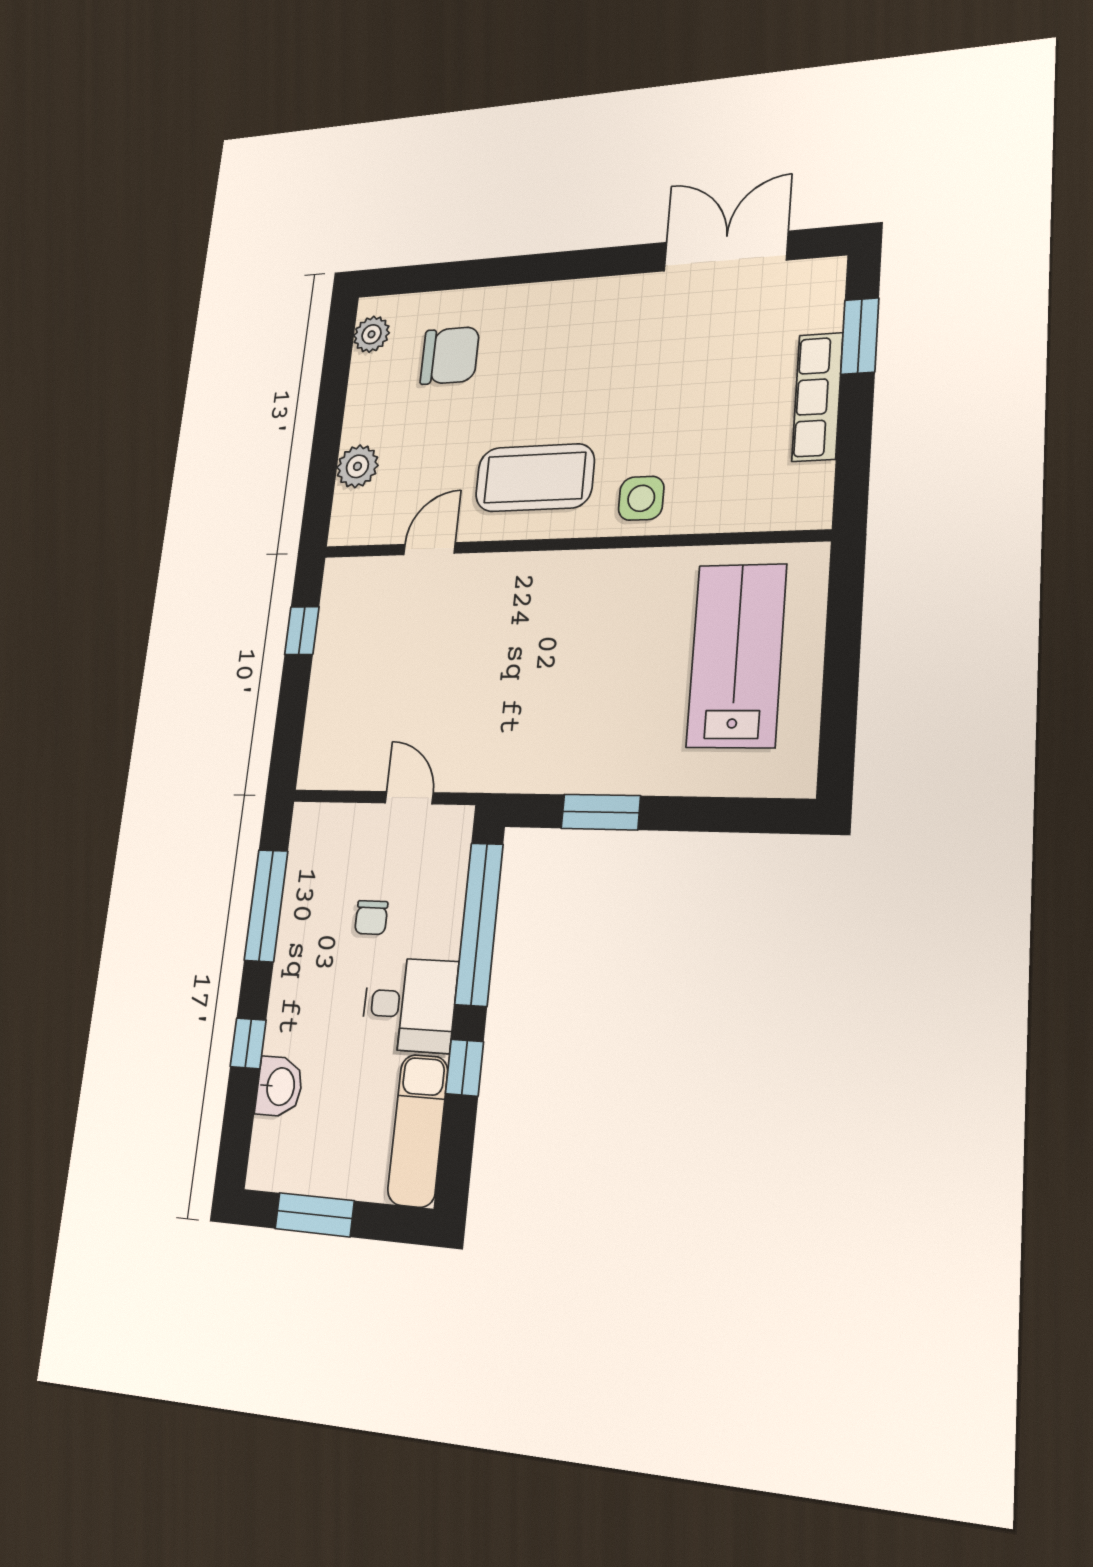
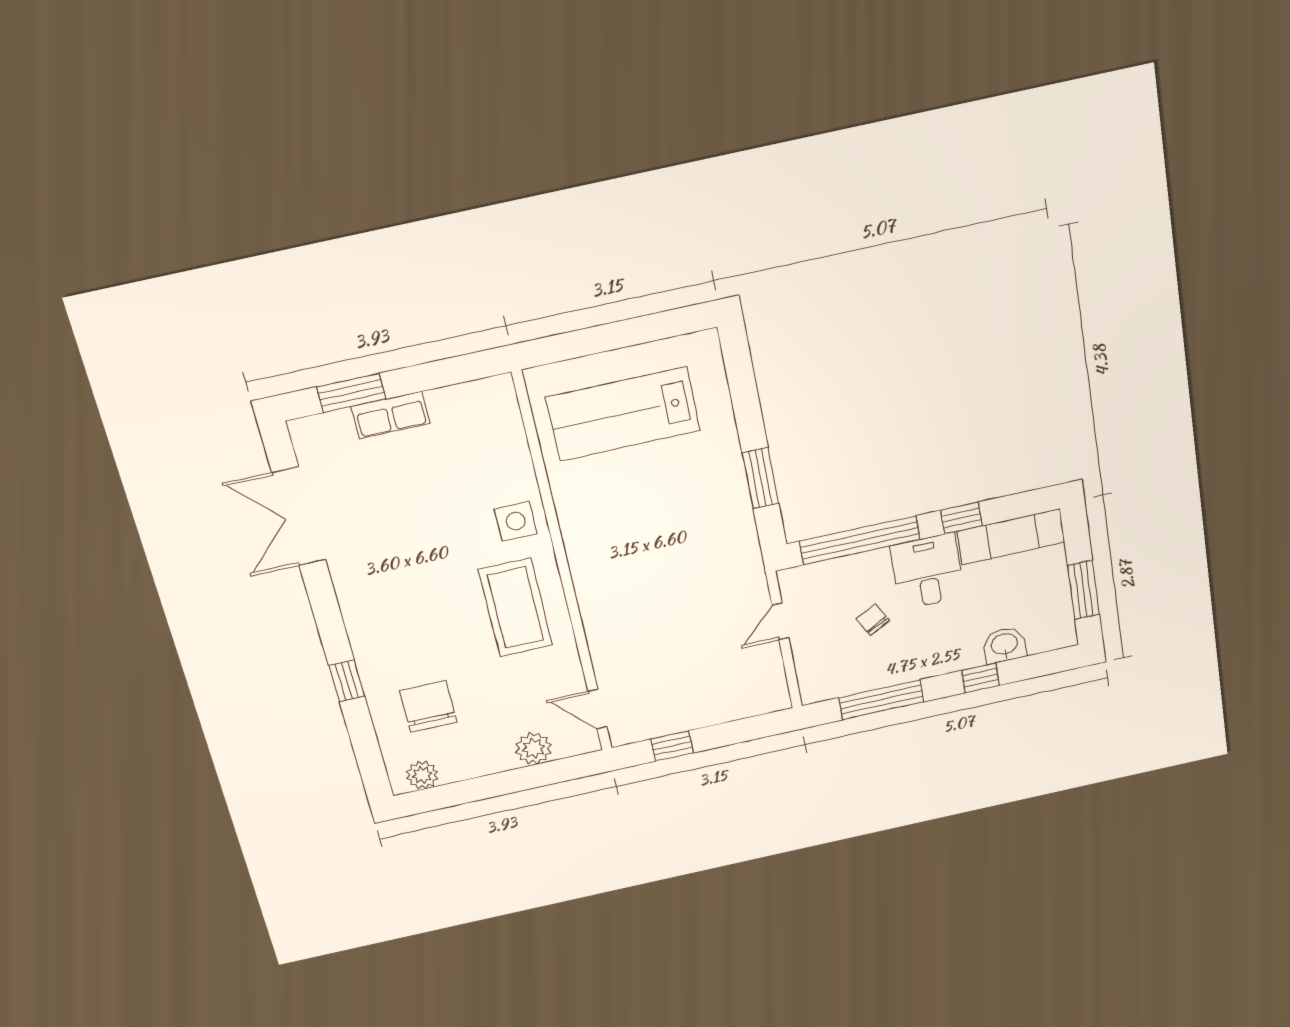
window: (512, 270) -> (347, 681), added
row of seats: (817, 397) -> (391, 415), width x0.68
door: (429, 549) -> (597, 709), moved
chair: (371, 918) -> (873, 620), turned -119

